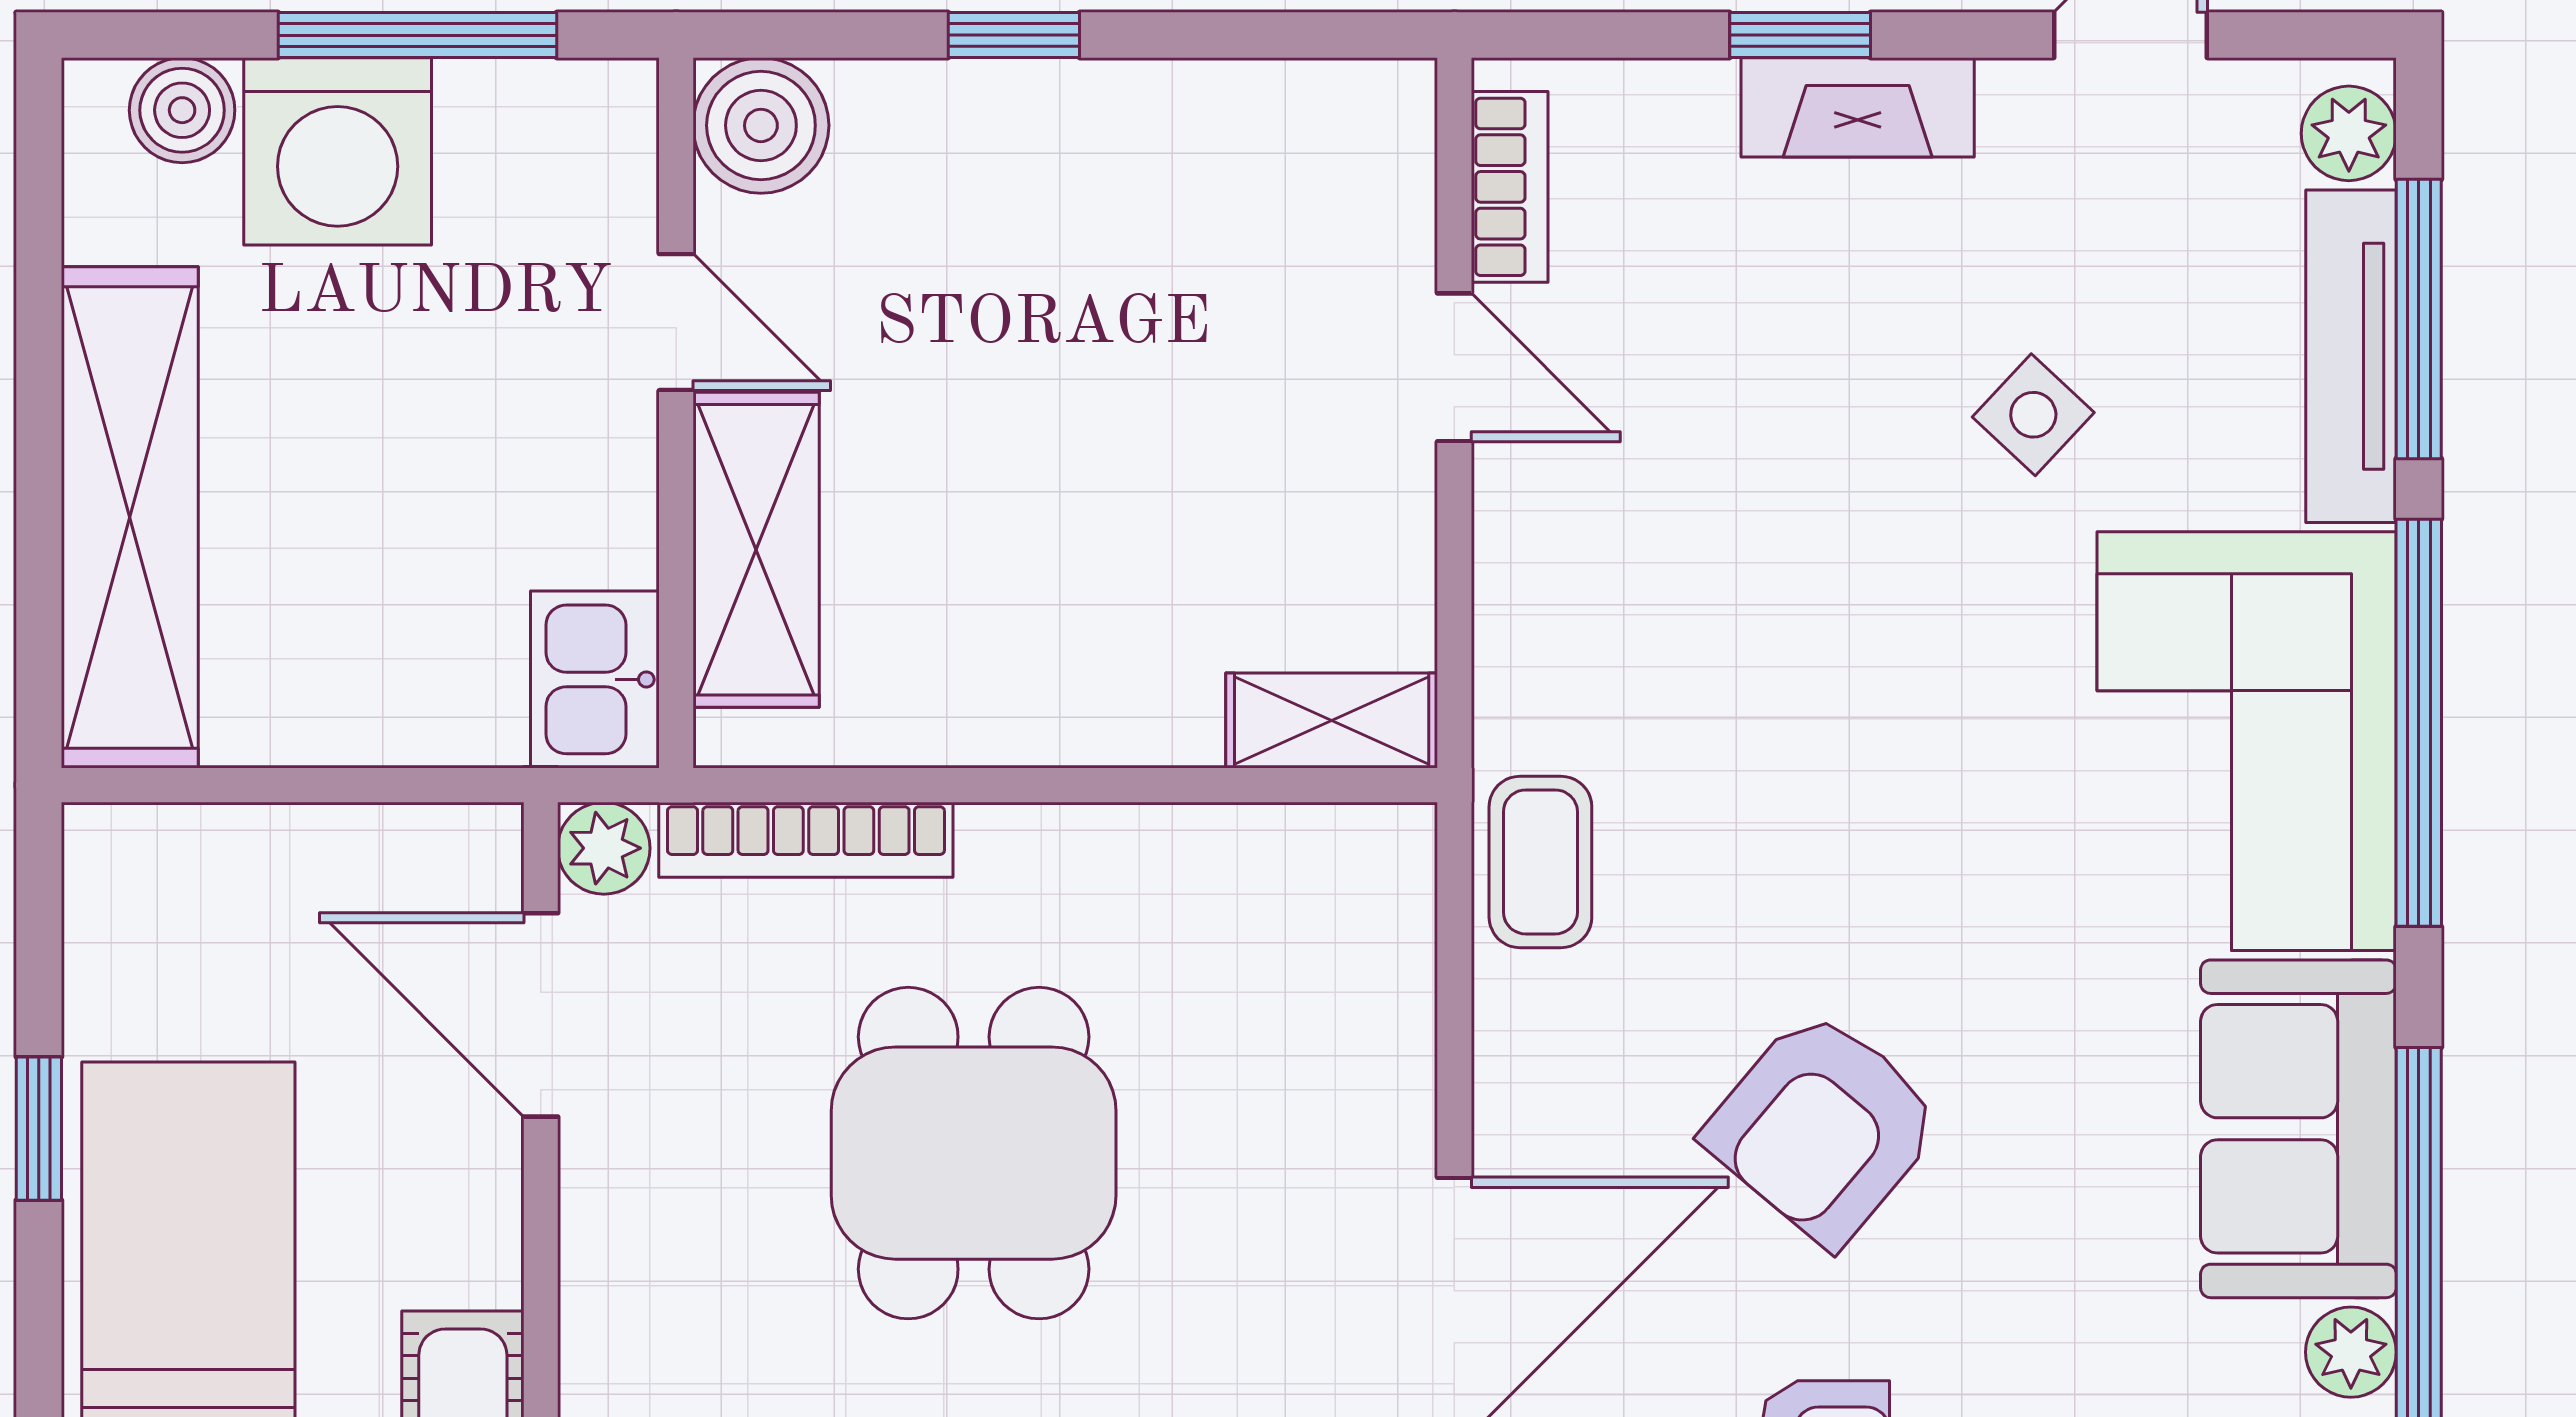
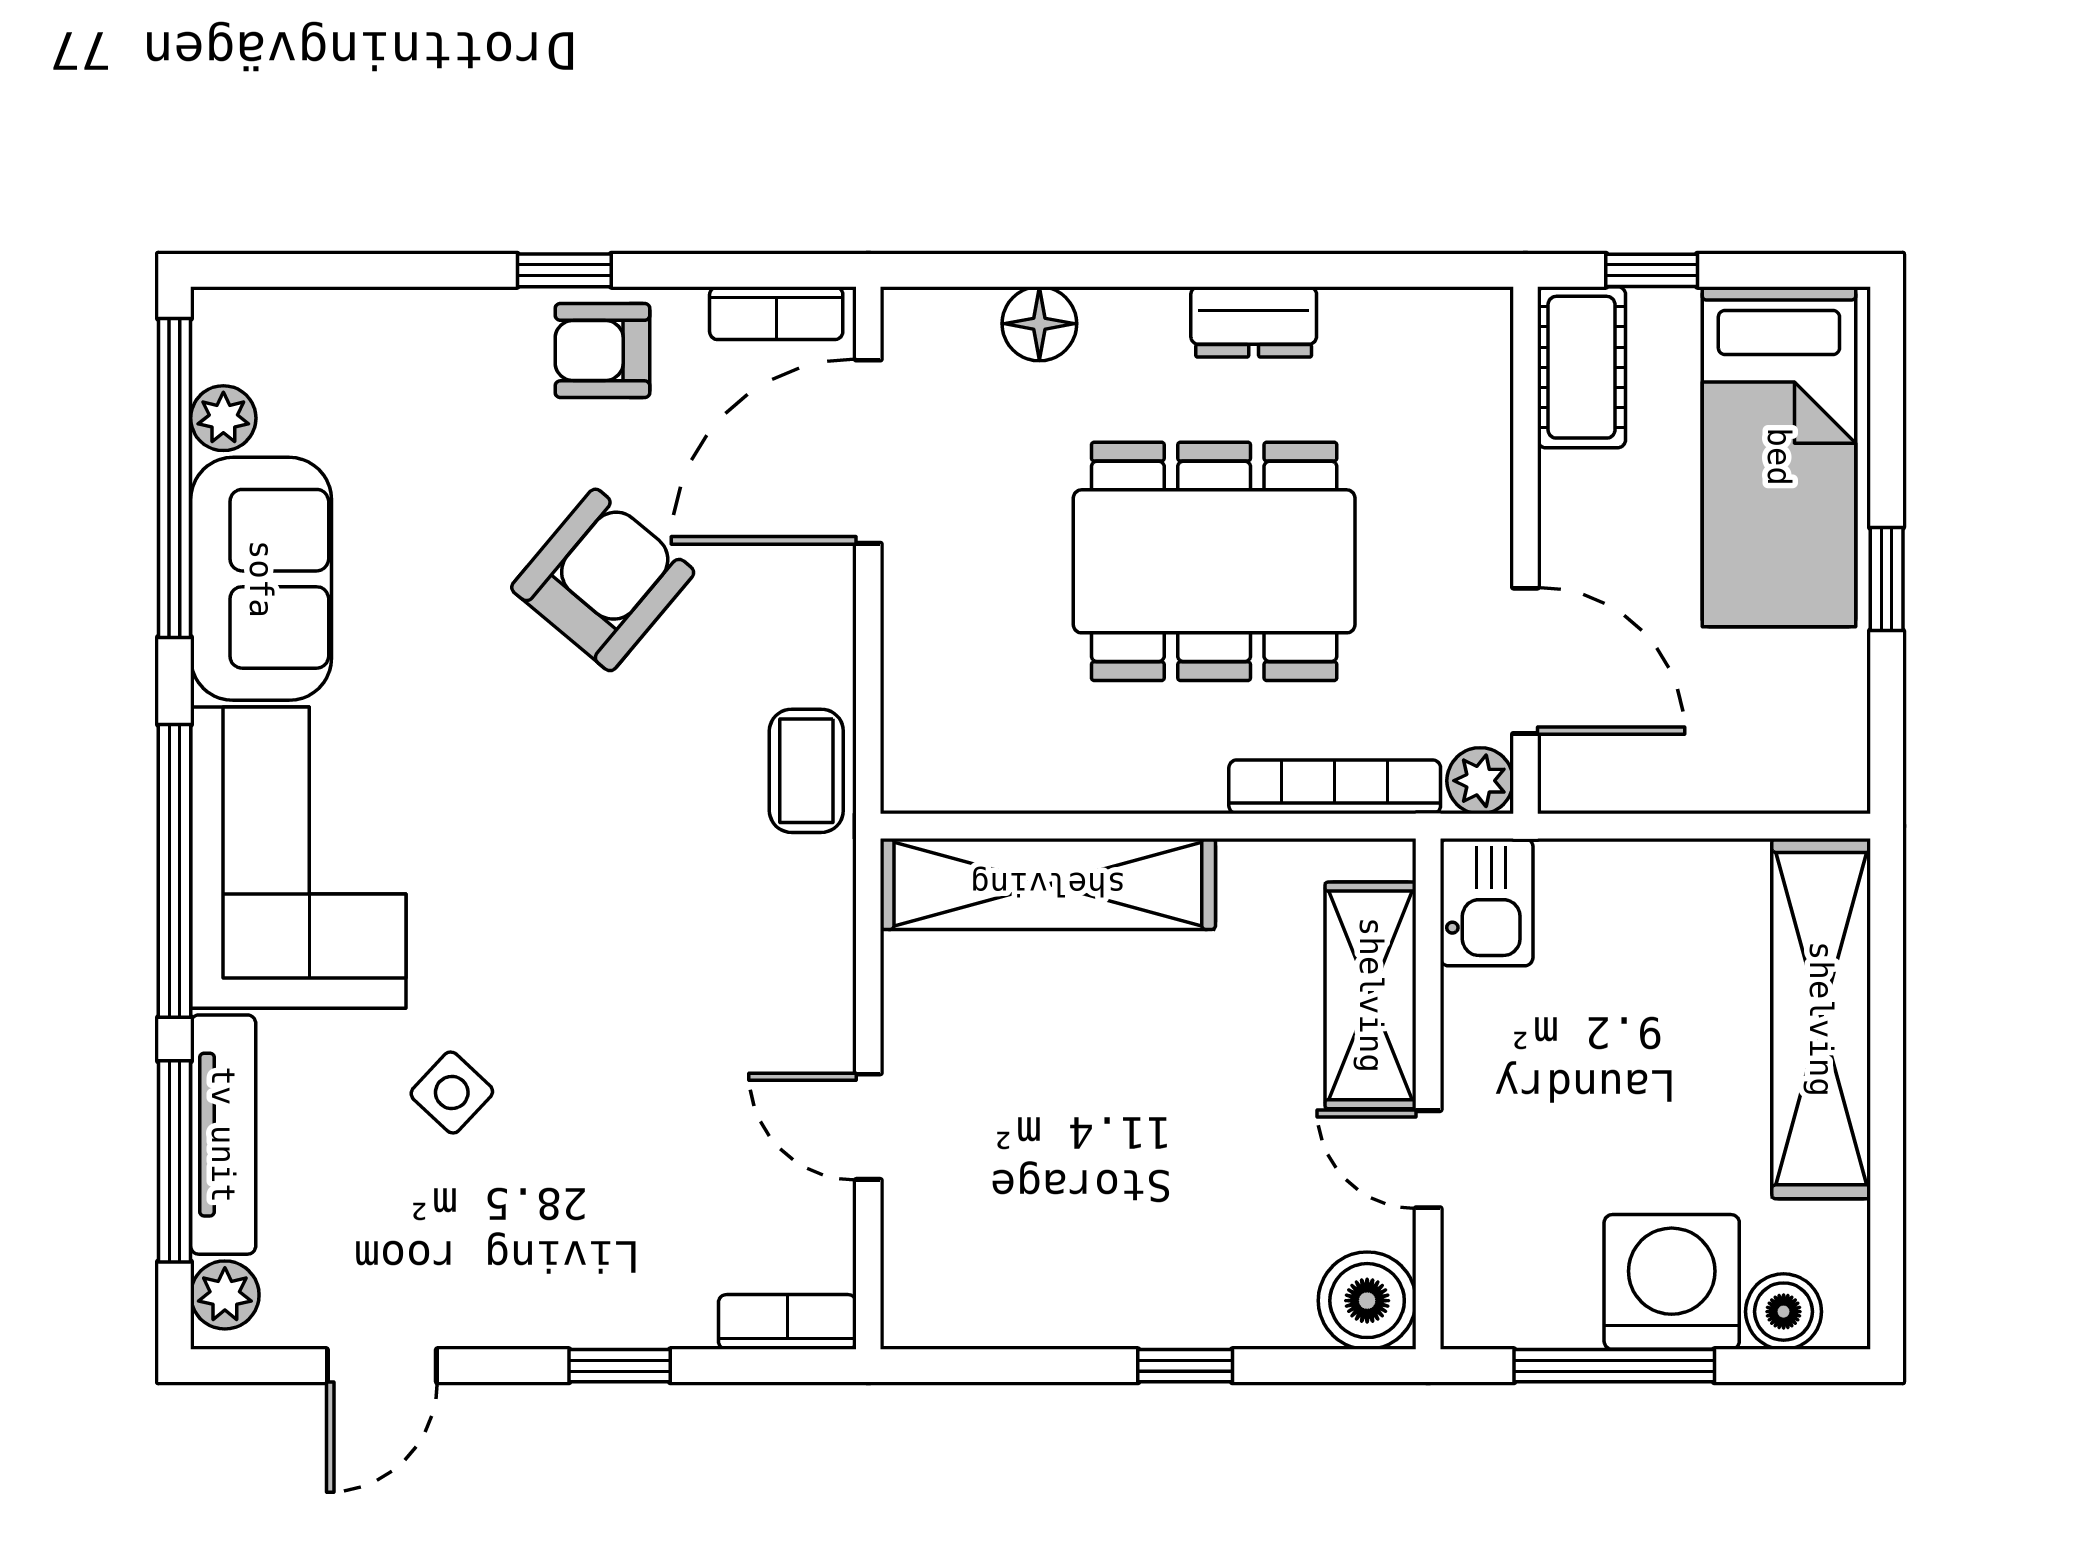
fireplace: (1858, 107) -> (578, 1314), removed
bookcase: (1510, 187) -> (787, 1322), moved, turned 90
shelving: (1332, 721) -> (1048, 884), width x2.20, depth x1.33
dining table: (974, 1153) -> (1214, 561), width x1.38

